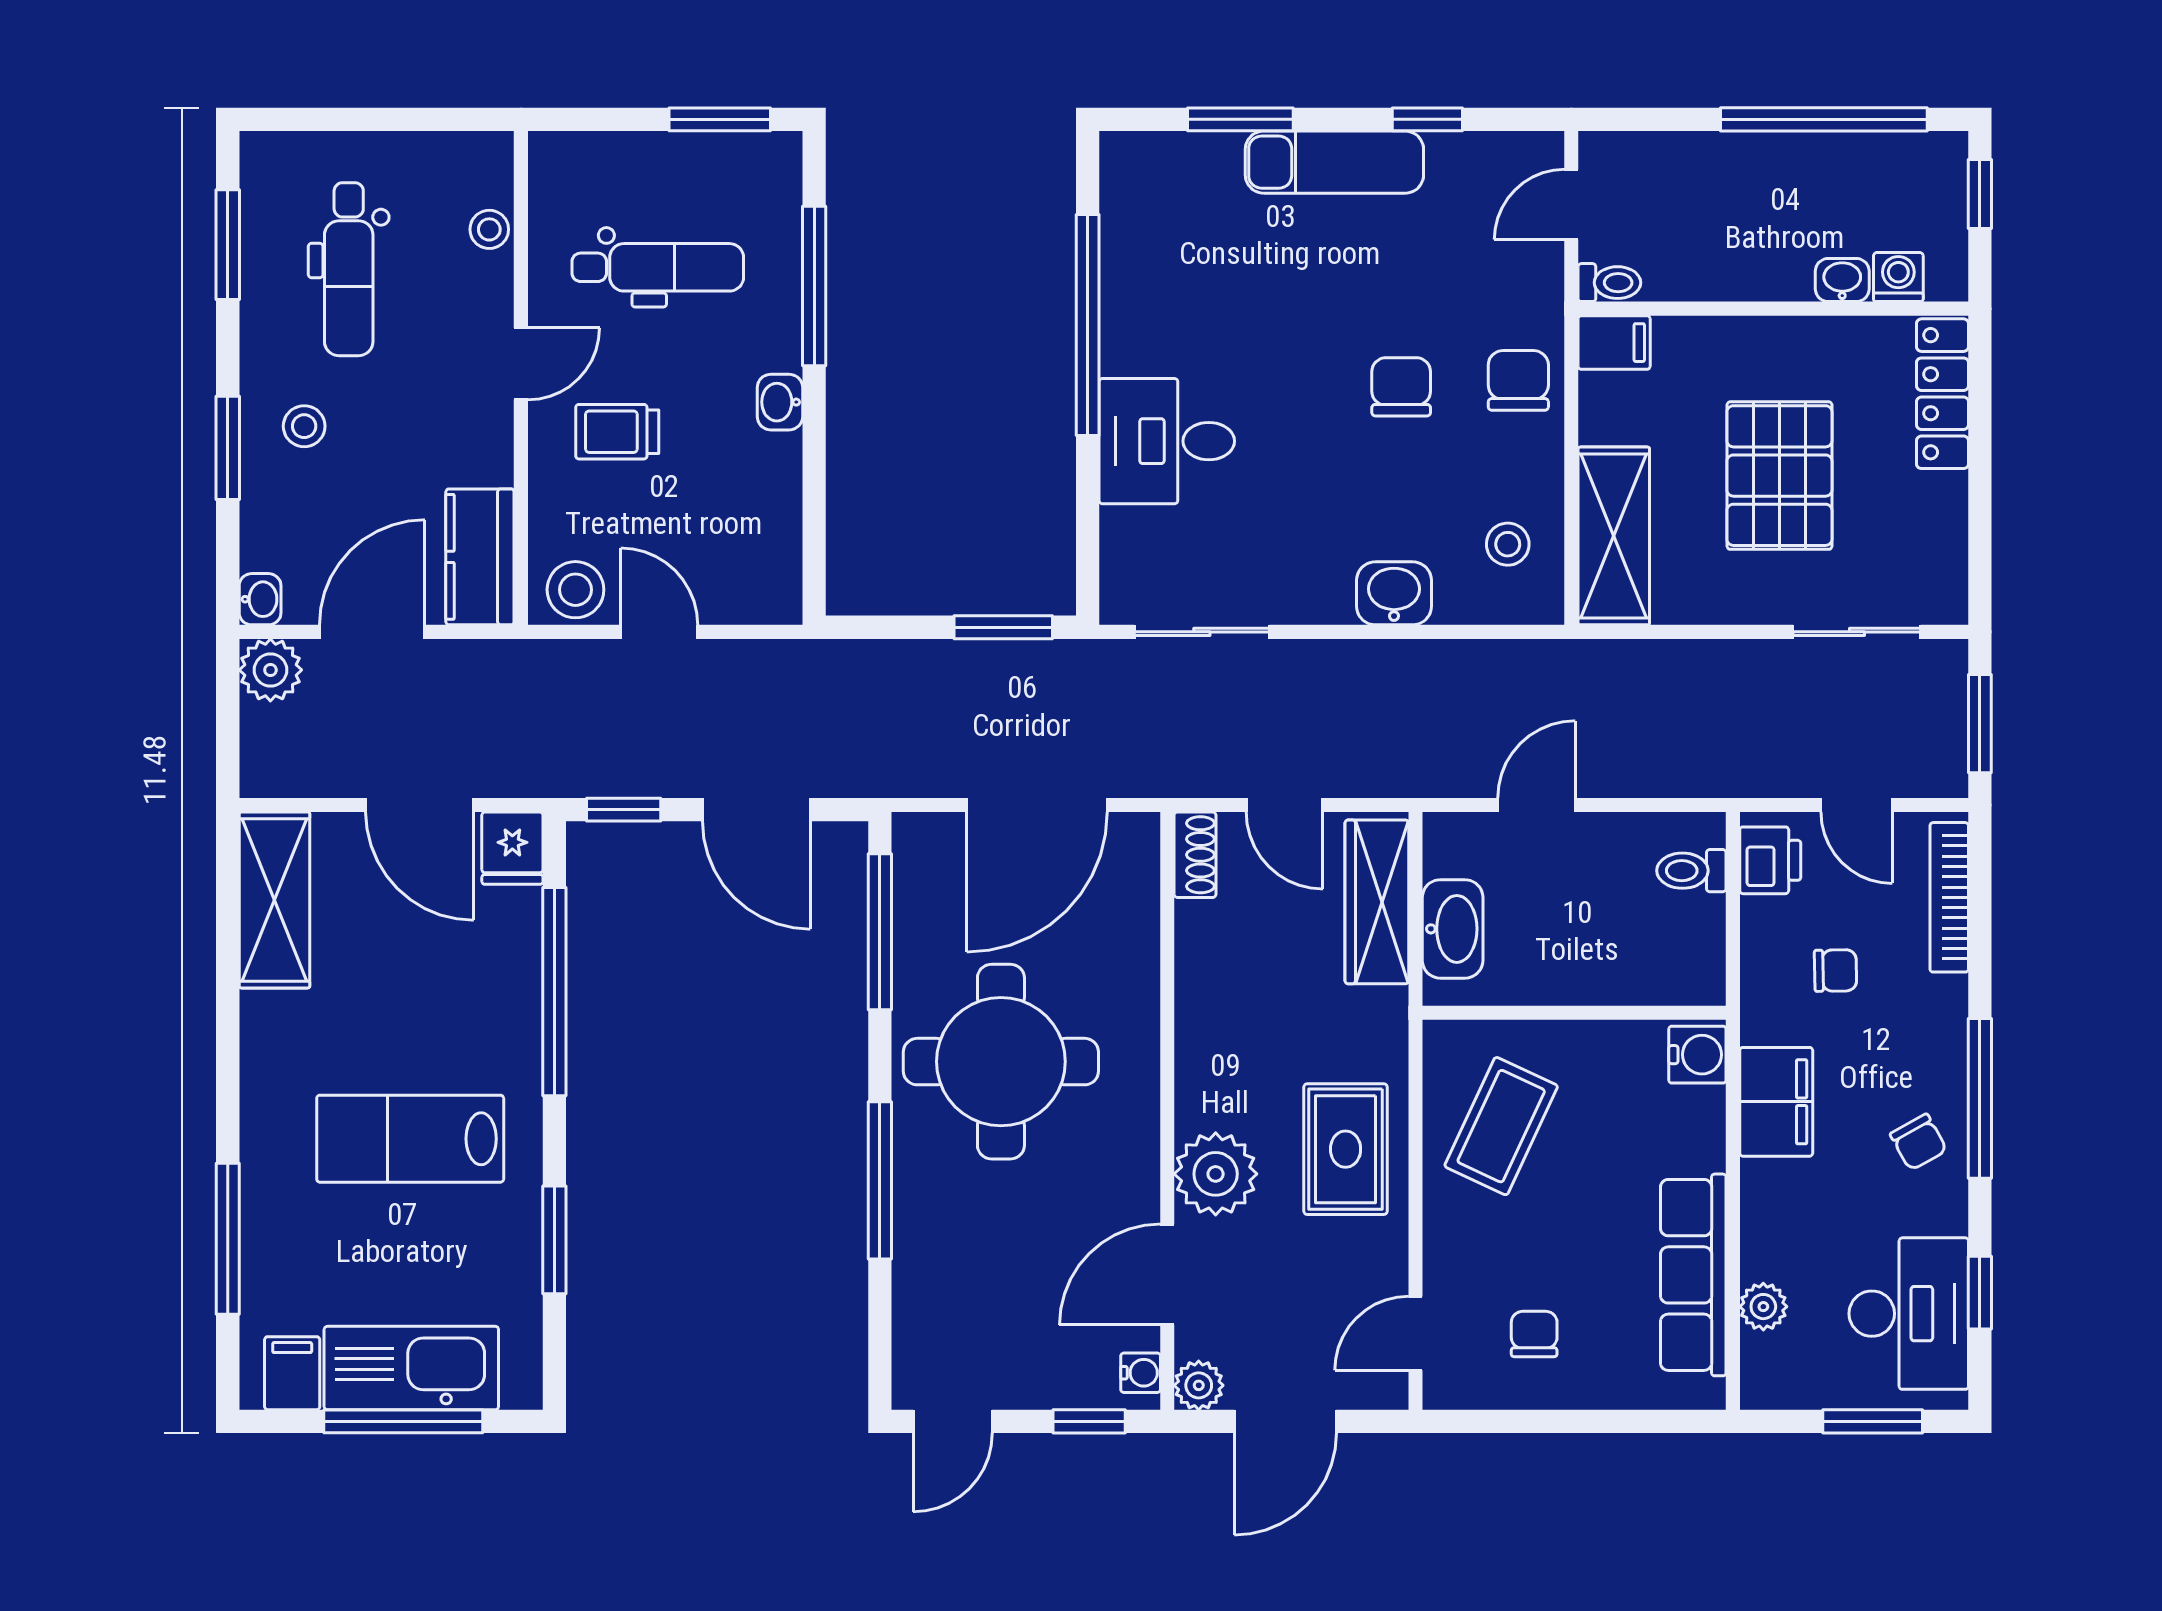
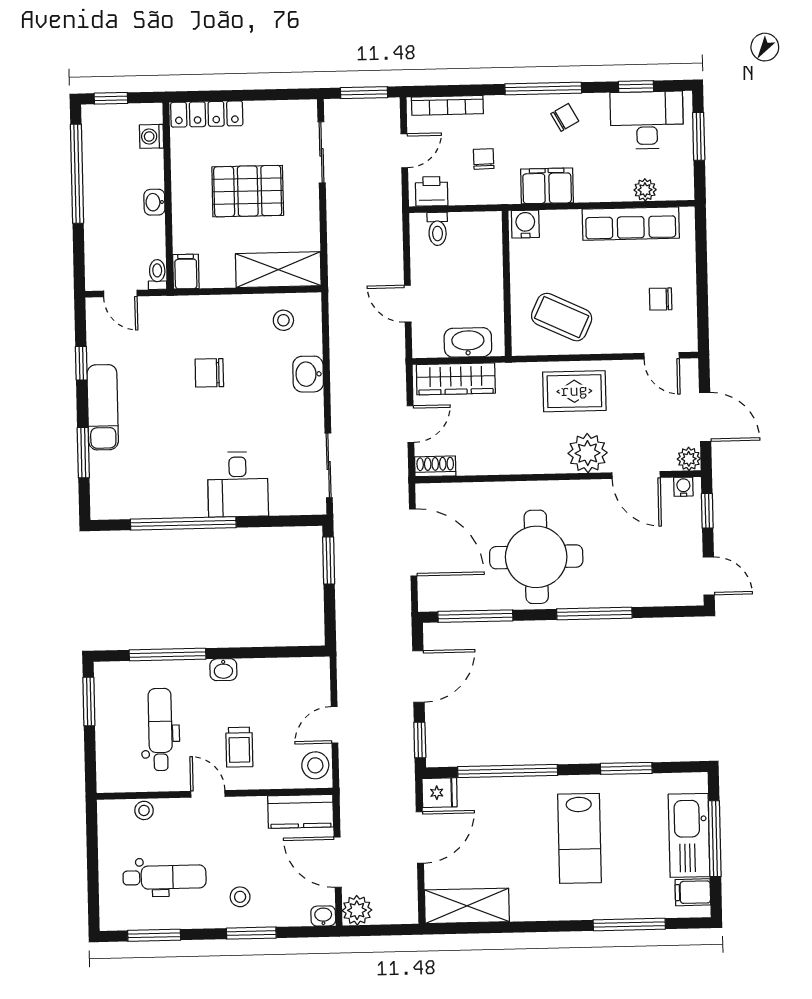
washbasin: (1842, 280) -> (154, 202), moved
chair: (1518, 380) -> (205, 317), removed

